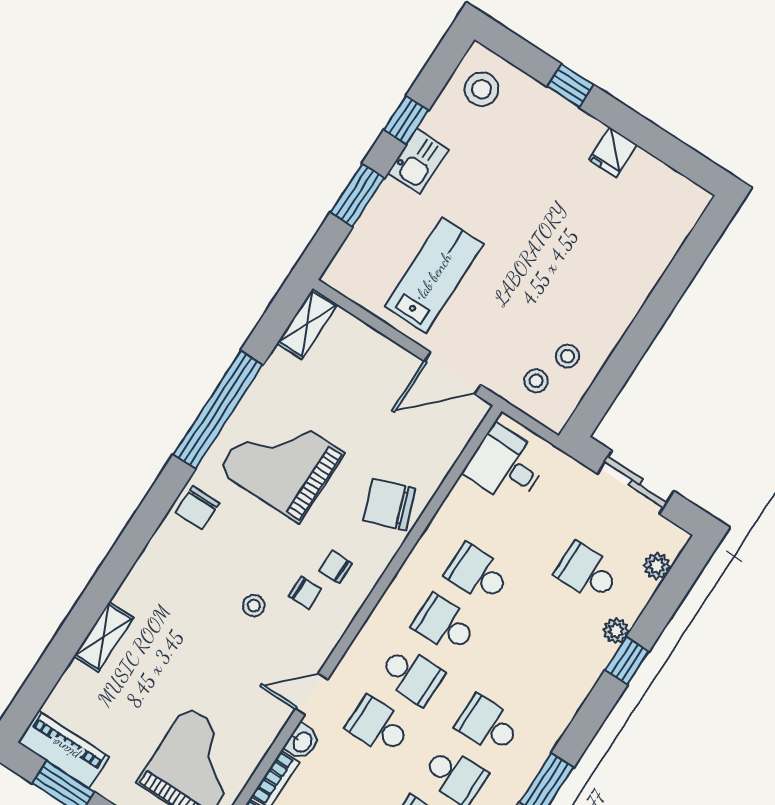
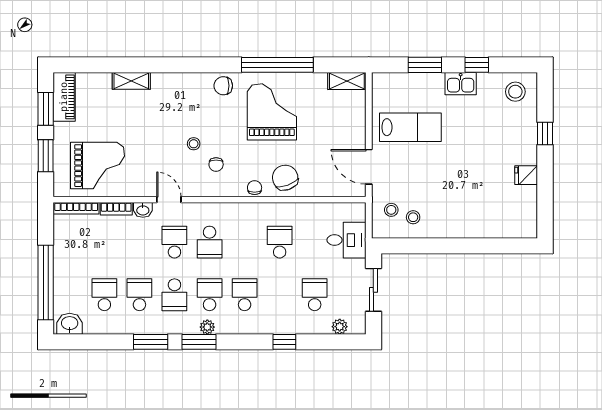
desk: (506, 465) -> (347, 240), moved, turned 90
chair: (336, 567) -> (255, 188), moved
school desk: (445, 624) -> (245, 295), moved
plant: (616, 631) -> (207, 327), moved

